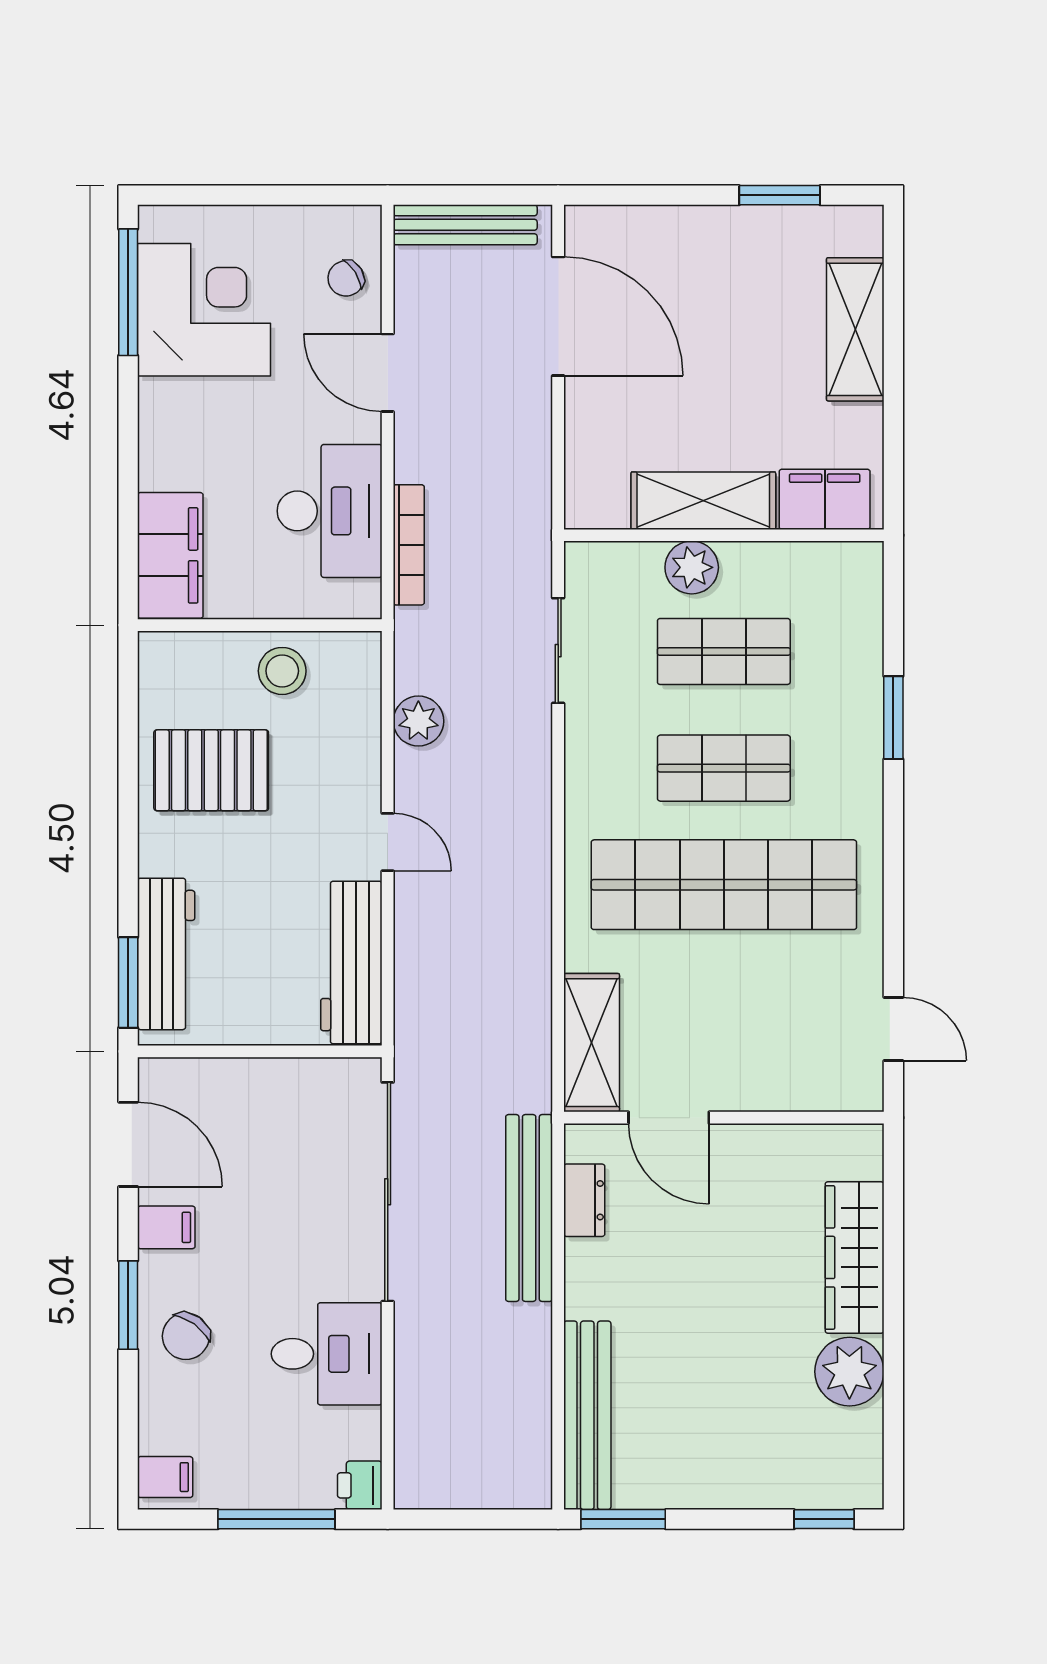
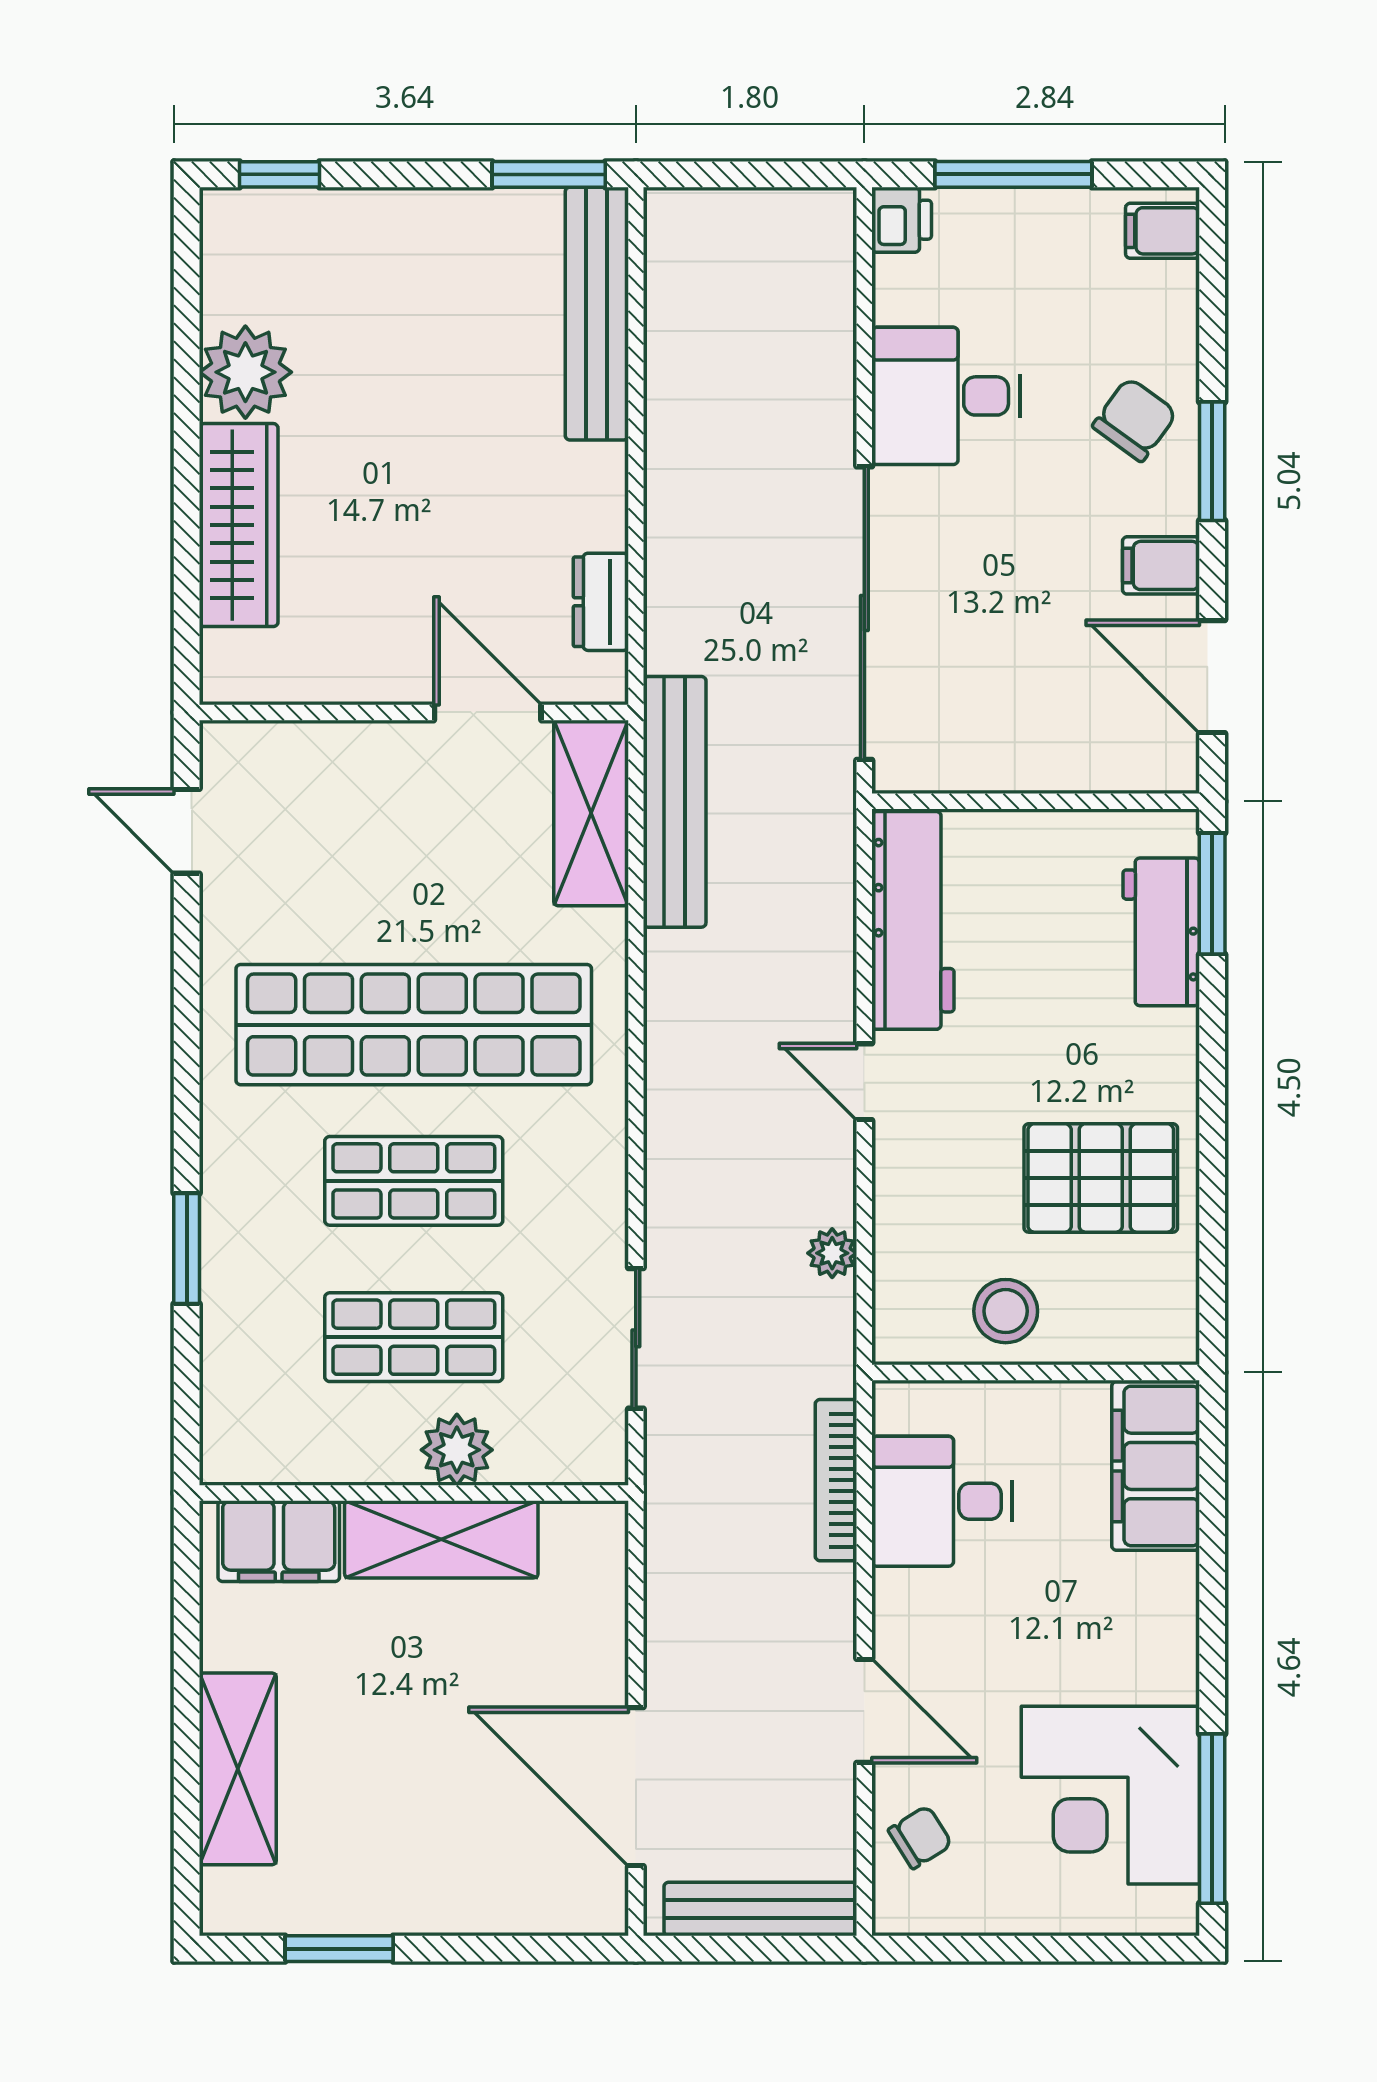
desk: (330, 511) -> (942, 1501), width x0.73
plant: (418, 721) -> (832, 1253), width x0.73, depth x0.73
workbench: (166, 954) -> (1161, 932), width x0.73
bench: (529, 1208) -> (675, 802), moved

